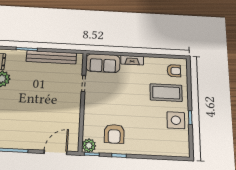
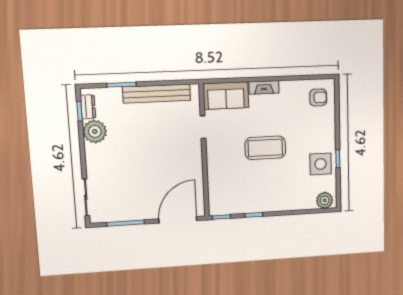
coffee table: (166, 93) -> (265, 148), moved
armchair: (114, 134) -> (247, 189), removed
plant: (89, 146) -> (325, 200), moved
door: (56, 152) -> (178, 220), width x1.36

